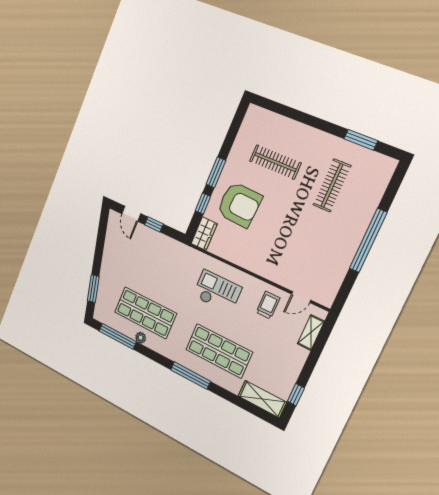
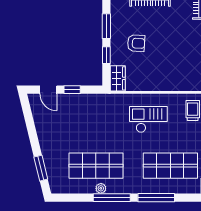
armchair: (239, 205) -> (136, 43), width x0.53, depth x0.53
window: (118, 336) -> (112, 198), moved

